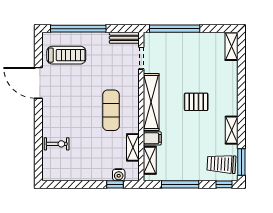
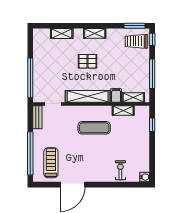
shelving: (232, 46) -> (62, 33), moved
pallet: (196, 102) -> (88, 61), turned 90
shelving: (232, 130) -> (95, 33), moved
trolley: (221, 164) -> (136, 41), turned 87
water cooler: (119, 175) -> (145, 177), moved

